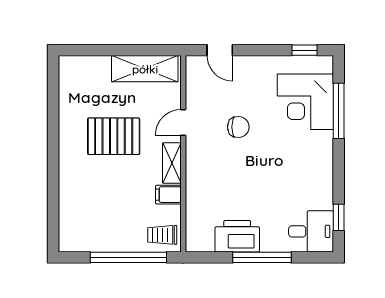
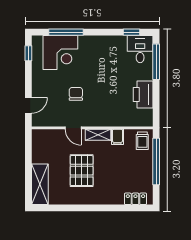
shelving: (145, 69) -> (40, 184), moved
locker: (68, 224) -> (135, 199), added
window: (262, 257) -> (156, 62), moved

